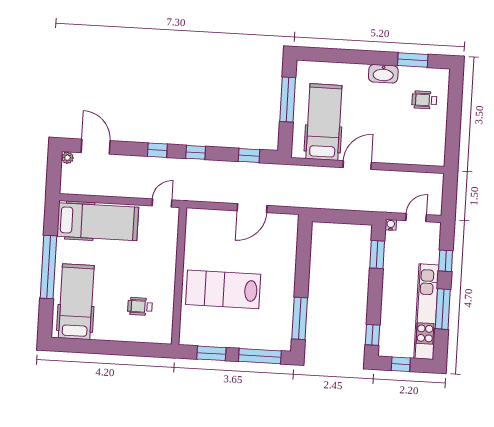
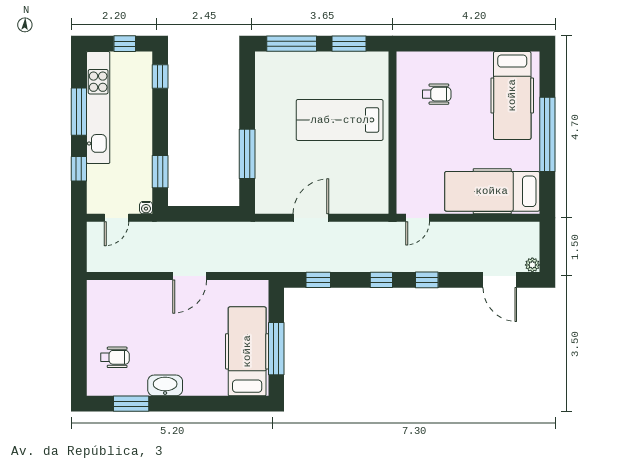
hospital bed: (324, 122) -> (247, 351), moved, turned 180
lab bench: (223, 289) -> (340, 120), turned 180
window: (300, 318) -> (247, 154), moved

